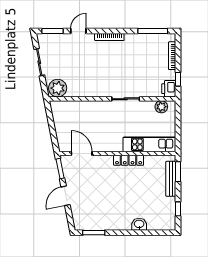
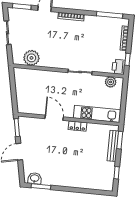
plant: (58, 88) -> (31, 58), moved
door: (82, 154) -> (54, 118), moved
locker: (129, 160) -> (77, 126), width x0.66
washbasin: (139, 224) -> (35, 178), moved

